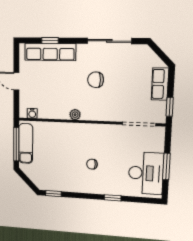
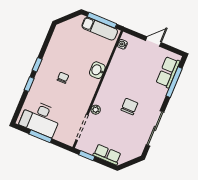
window: (50, 41) -> (174, 82), width x2.17
row of seats: (50, 52) -> (168, 72), width x0.68
plant: (75, 115) -> (96, 110), moved
washbasin: (70, 130) -> (97, 70), added
window: (53, 194) -> (37, 65), moved

